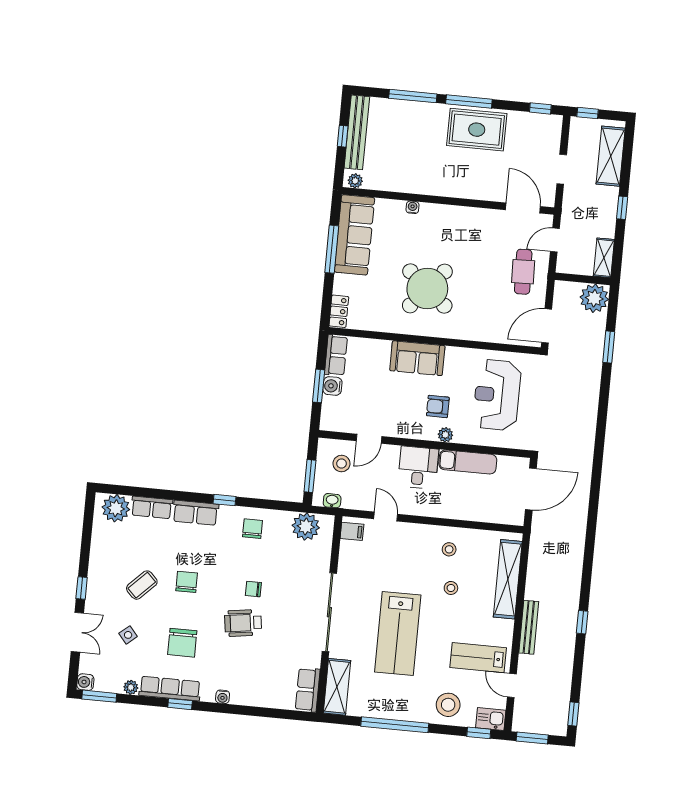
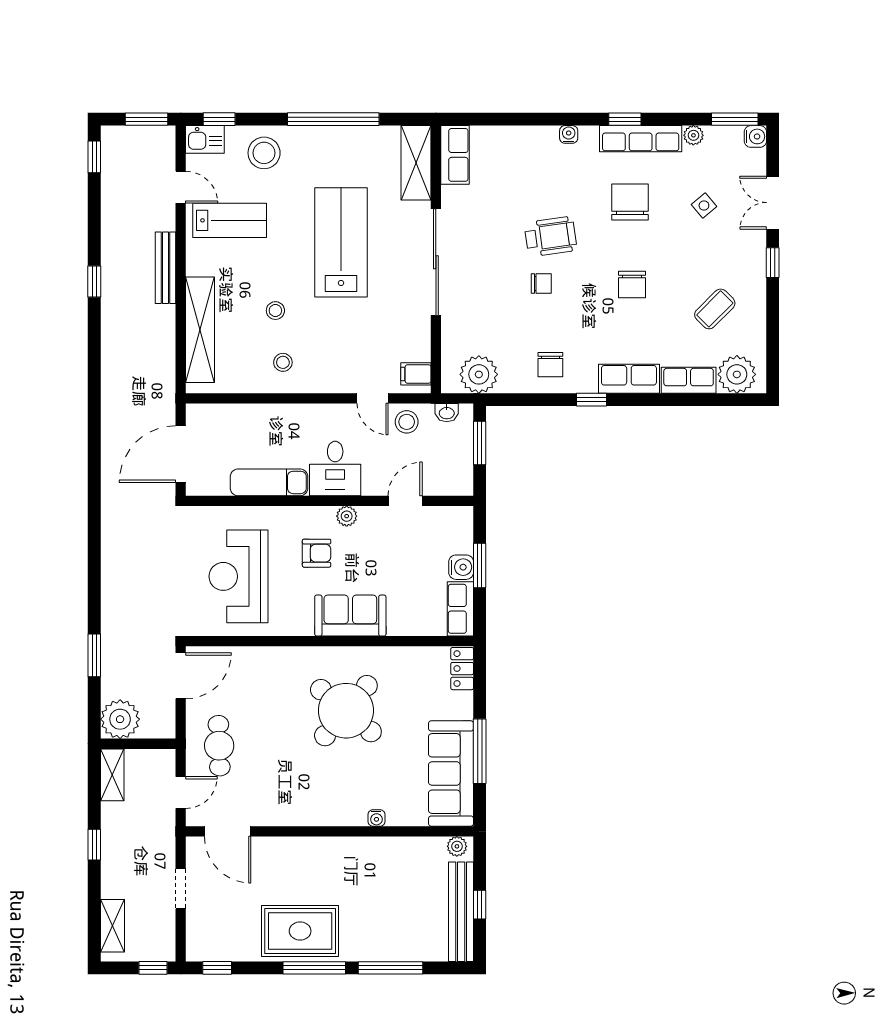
shelving: (611, 156) -> (112, 926), width x0.67, depth x0.75
reception desk: (497, 395) -> (238, 576), turned 180
plant: (445, 435) -> (347, 516), moved
stool: (342, 464) -> (407, 422), moved
coffee table: (142, 585) -> (715, 309), moved

